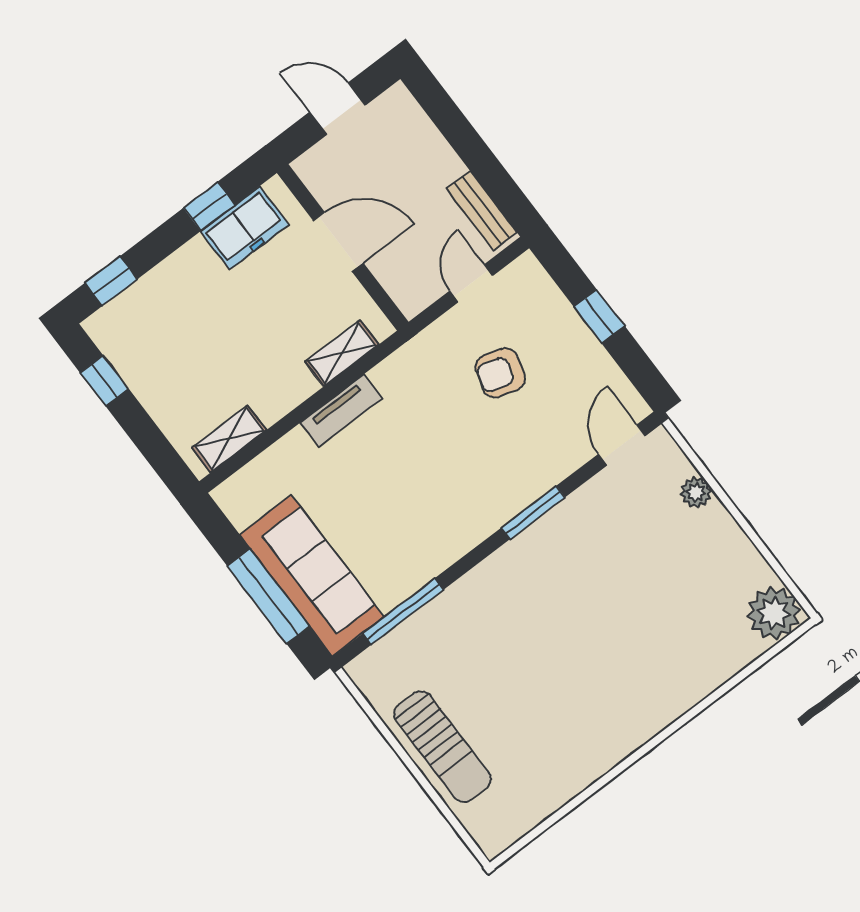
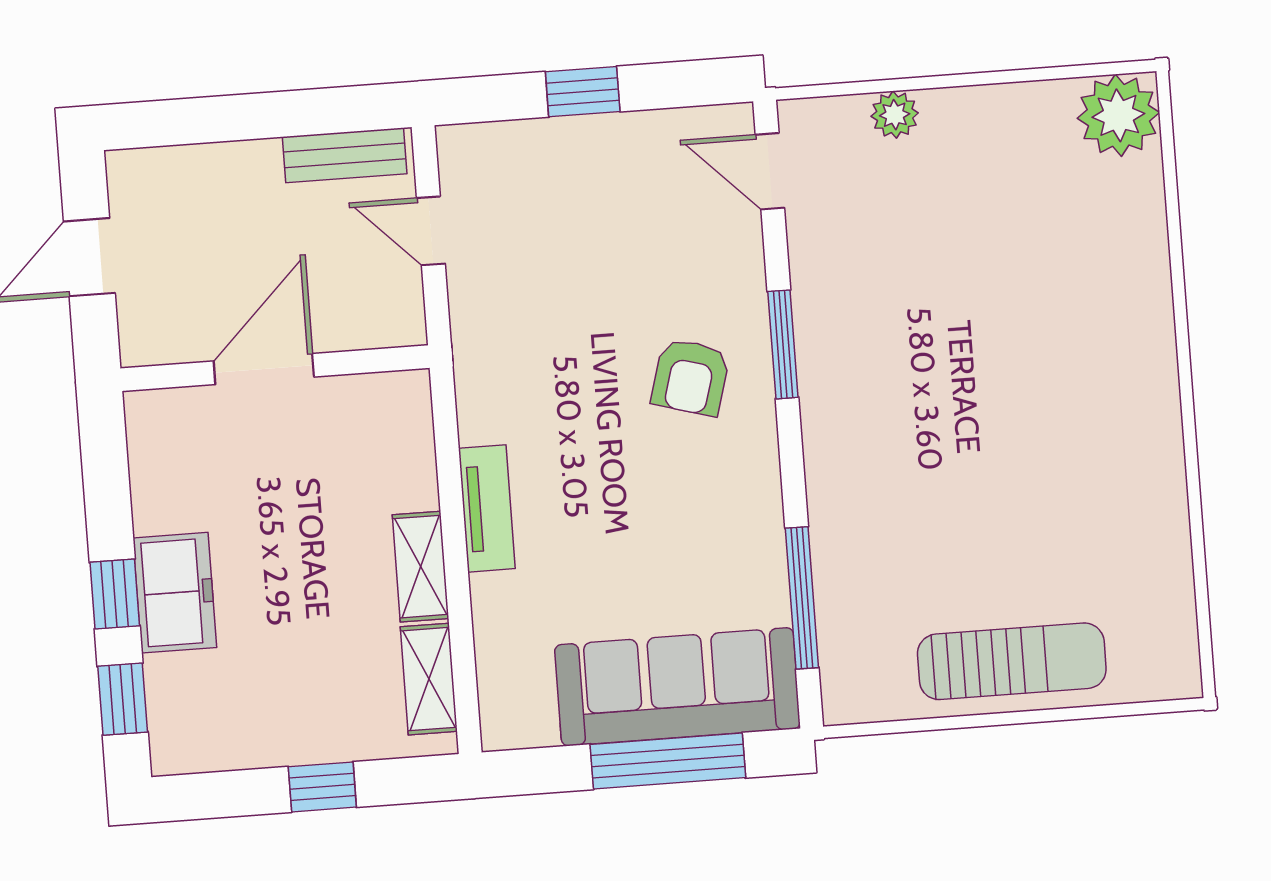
window: (209, 206) -> (115, 594), moved
freezer: (244, 228) -> (175, 593), moved
shelving: (342, 353) -> (421, 567), moved
armchair: (500, 373) -> (690, 377), moved
window: (104, 381) -> (322, 787), moved

